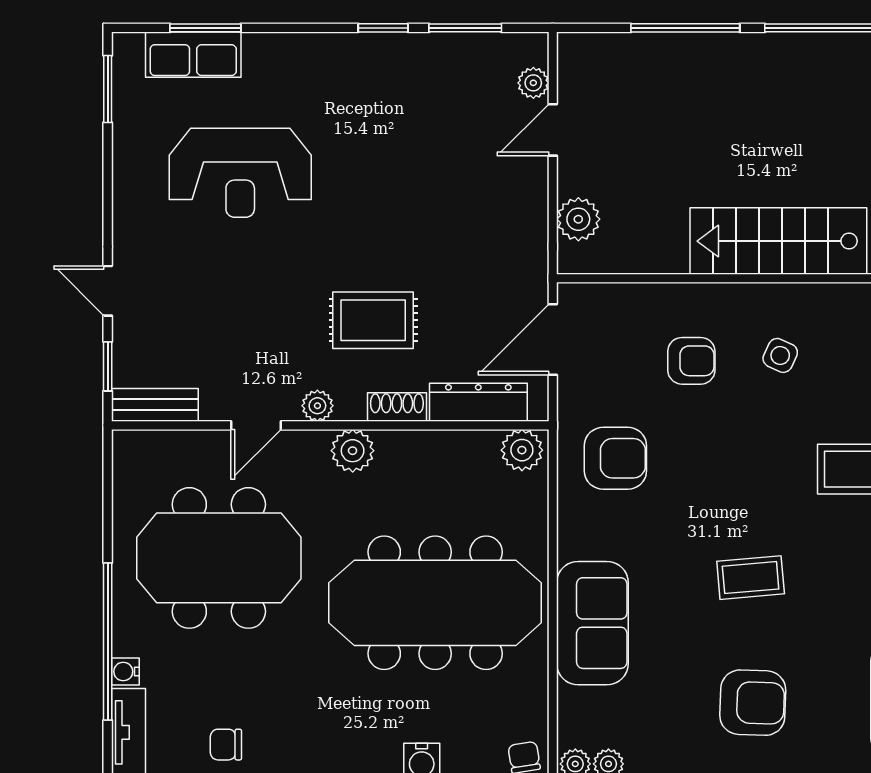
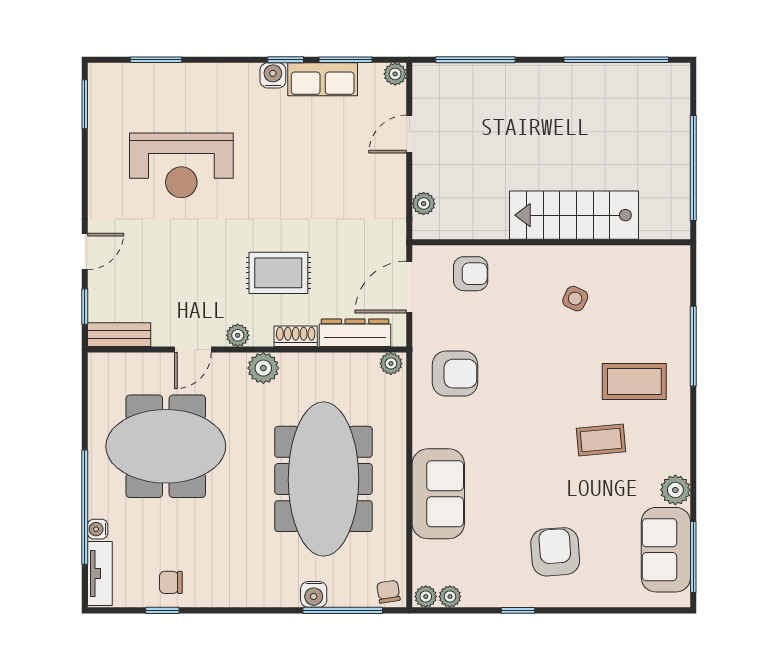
window: (685, 28) -> (475, 60), moved
water cooler: (366, 49) -> (273, 75), added
row of seats: (193, 55) -> (323, 79), moved
plant: (533, 83) -> (395, 74), moved
plant: (578, 219) -> (424, 204), width x0.73, depth x0.73
door: (108, 291) -> (85, 251), swing flipped
armchair: (691, 361) -> (471, 274), moved
plant: (522, 450) -> (391, 363), width x0.73, depth x0.73
coffee table: (751, 578) -> (601, 440), moved
meeting table: (435, 603) -> (324, 479), turned 90
armchair: (753, 703) -> (555, 552), turned -96

